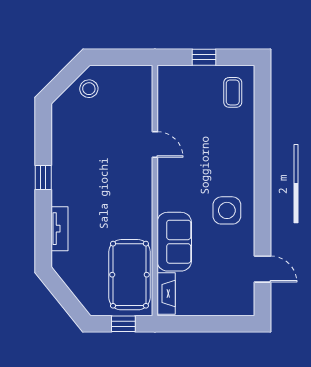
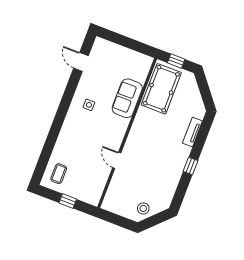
side table: (227, 210) -> (89, 105), width x0.54, depth x0.54
fireplace: (166, 294) -> (144, 69), removed

